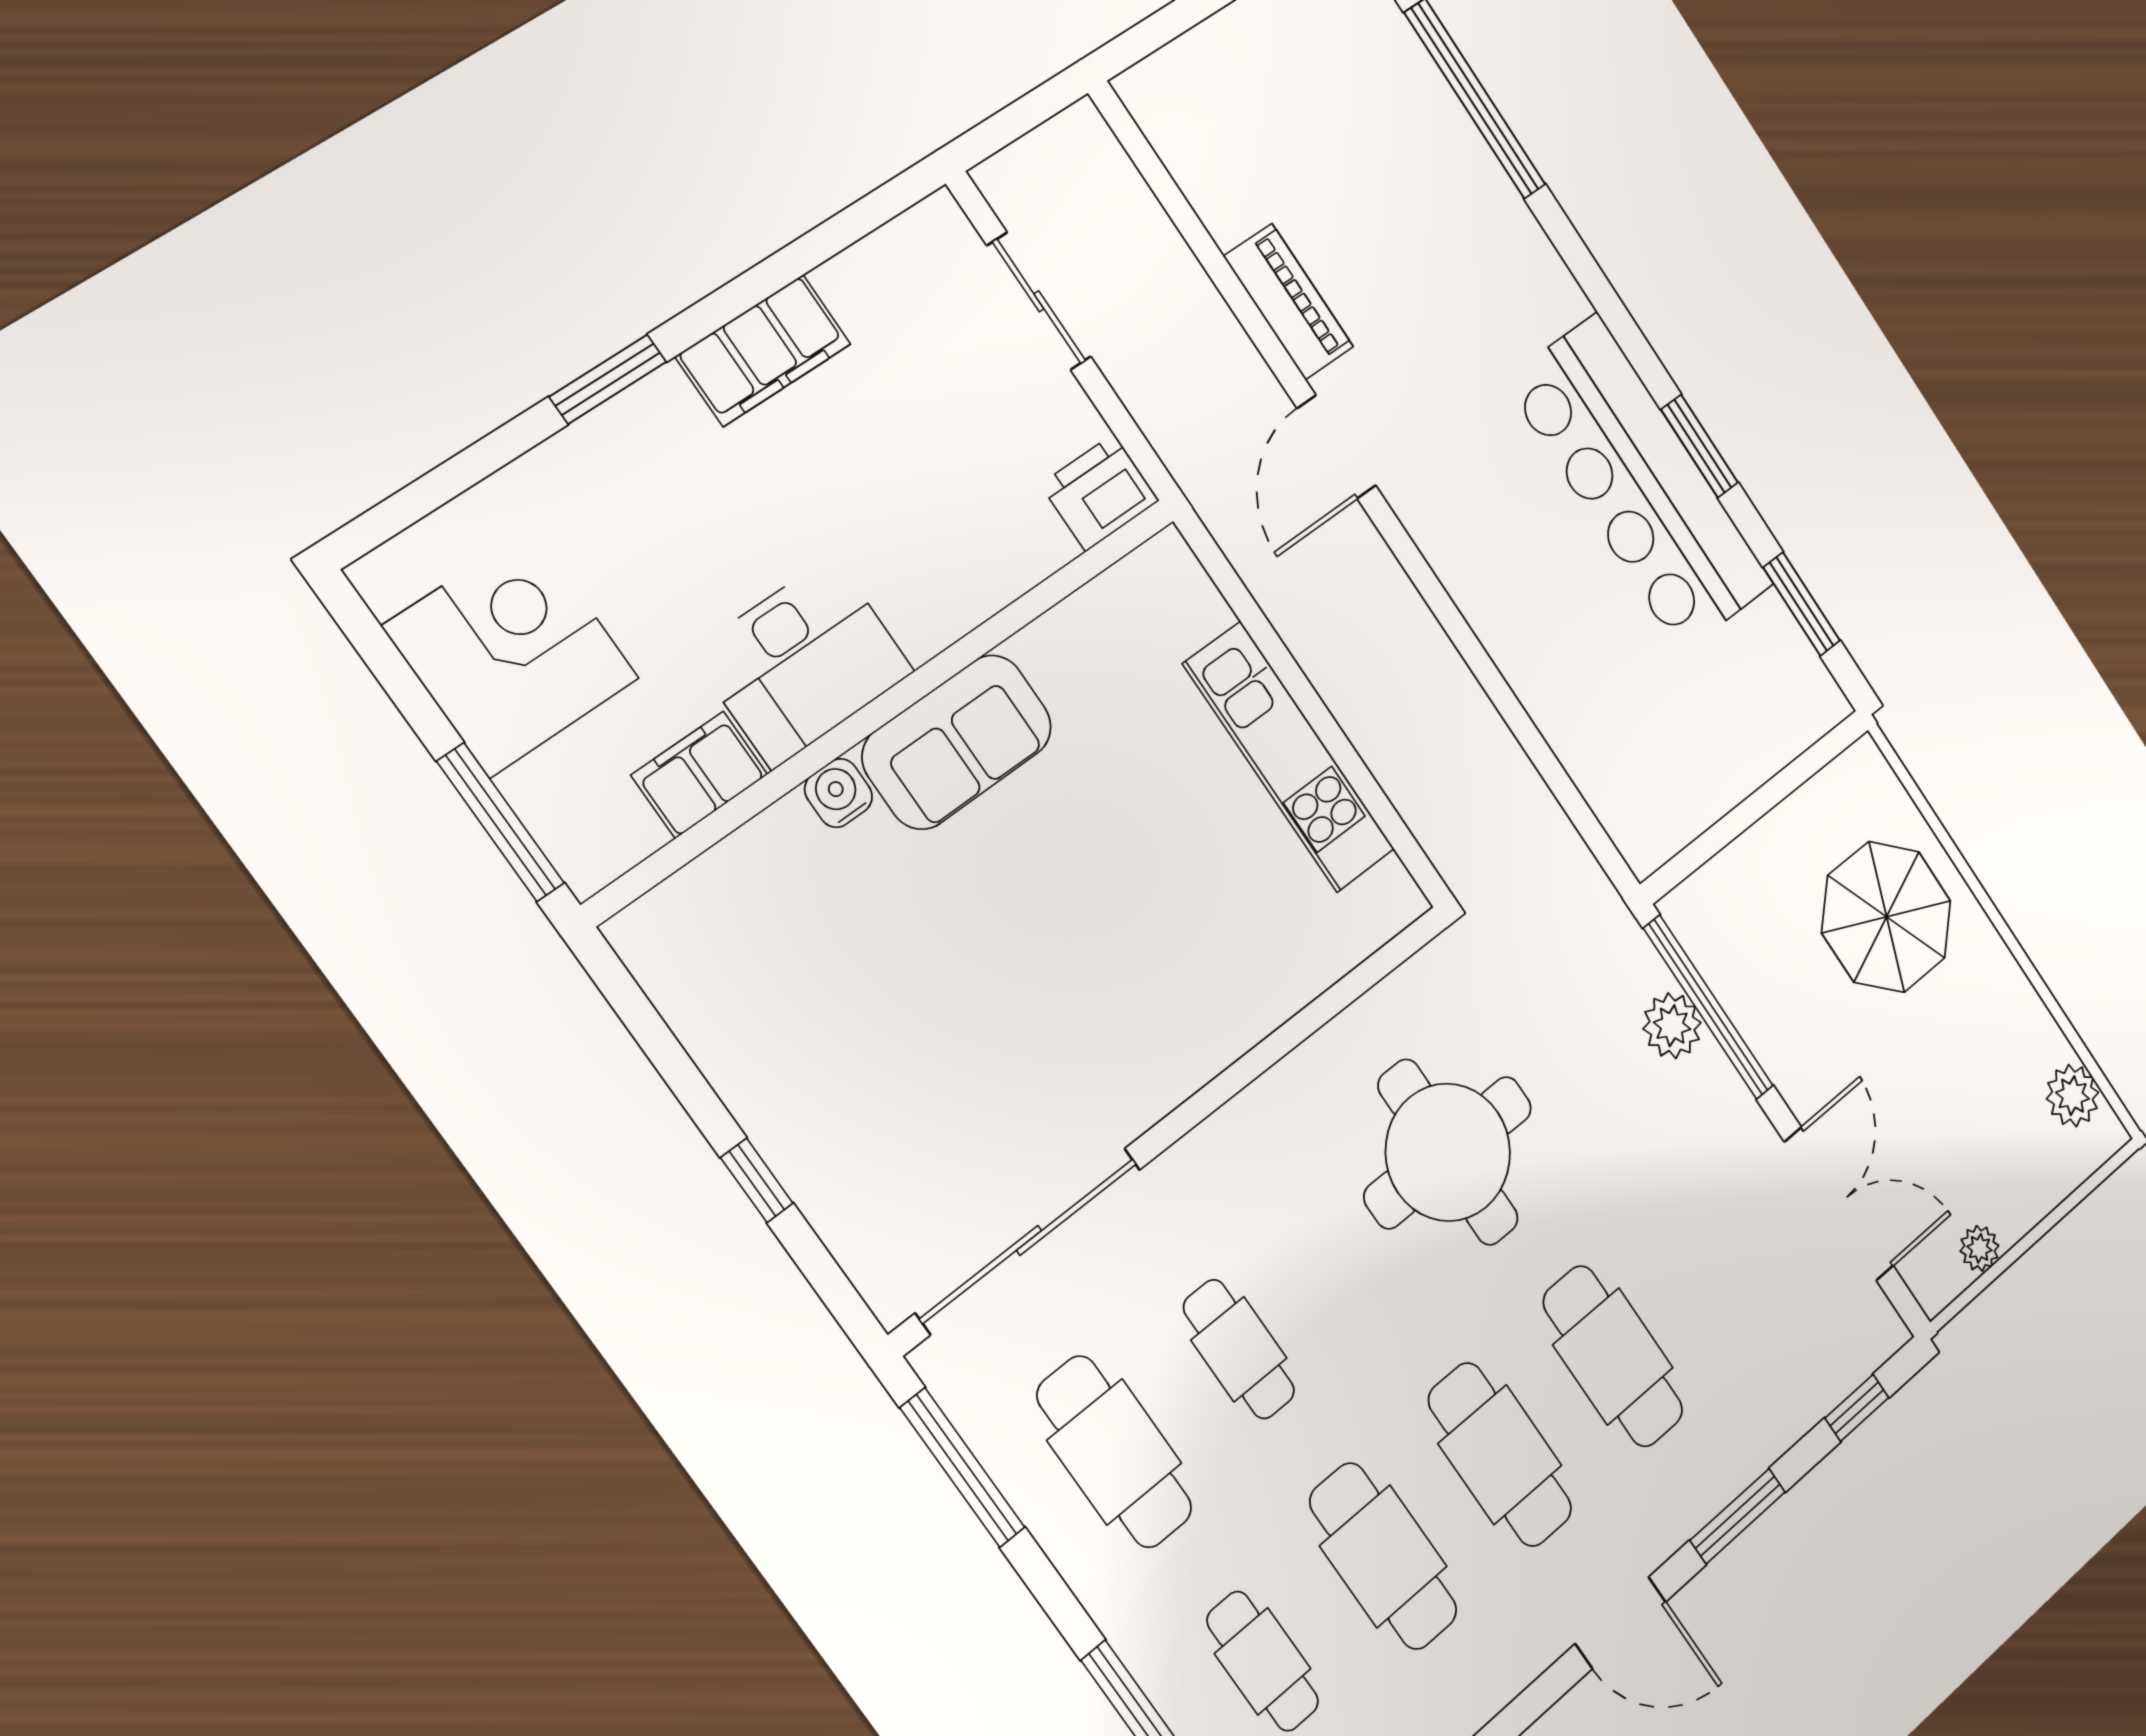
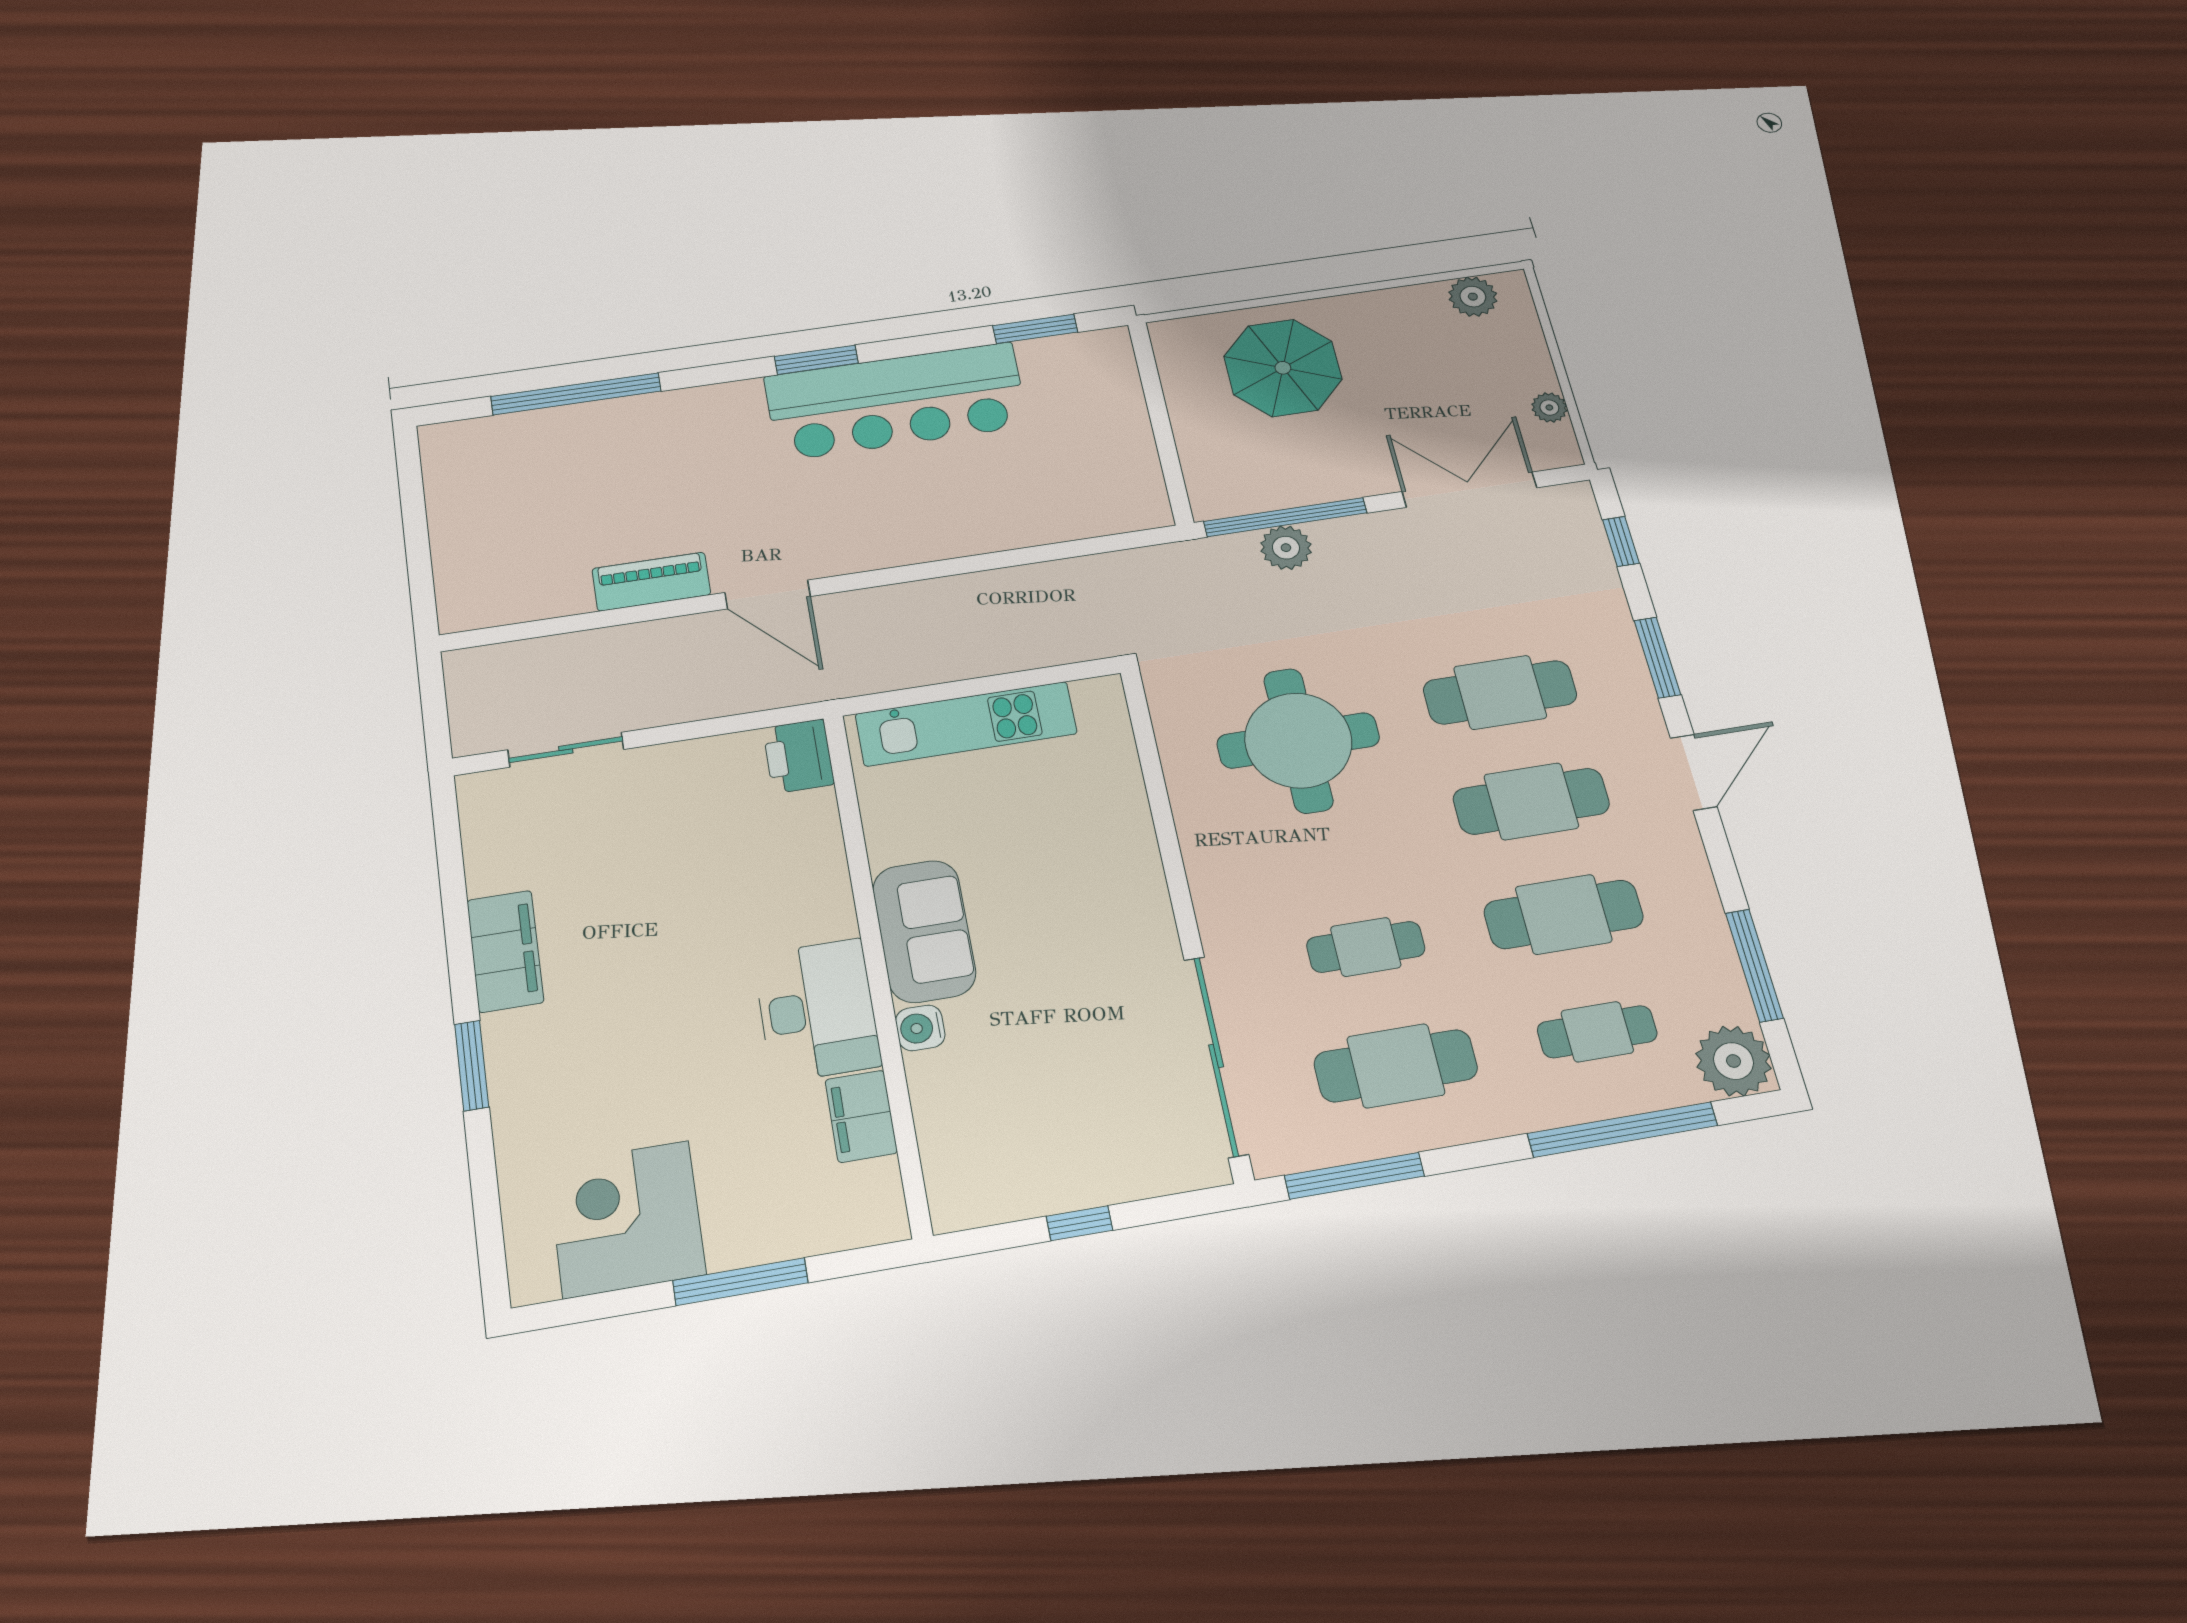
window: (1700, 446) -> (816, 360), moved
printer: (1100, 492) -> (799, 756), moved
desk: (803, 662) -> (817, 1010), moved
wall: (888, 706) -> (876, 966), moved
sofa: (957, 742) -> (924, 931), moved
filing cabinet: (700, 775) -> (861, 1116), moved
water cooler: (838, 793) -> (920, 1028), moved

